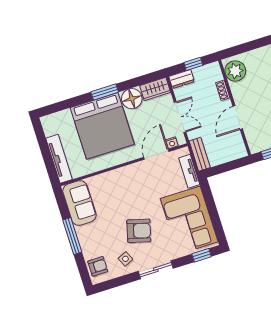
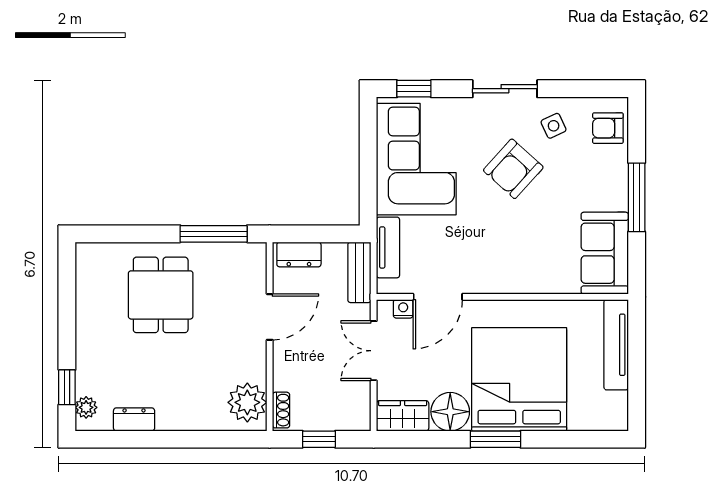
dresser: (182, 79) -> (299, 254), moved, turned 180
shoe rack: (223, 90) -> (281, 410), moved
armchair: (139, 231) -> (513, 169), turned -63

